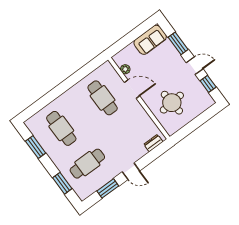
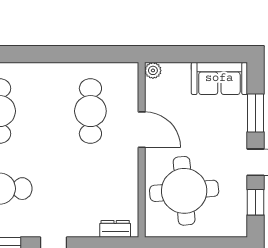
plant: (125, 69) -> (153, 70), moved
round table: (172, 103) -> (184, 191), width x1.36, depth x1.36

